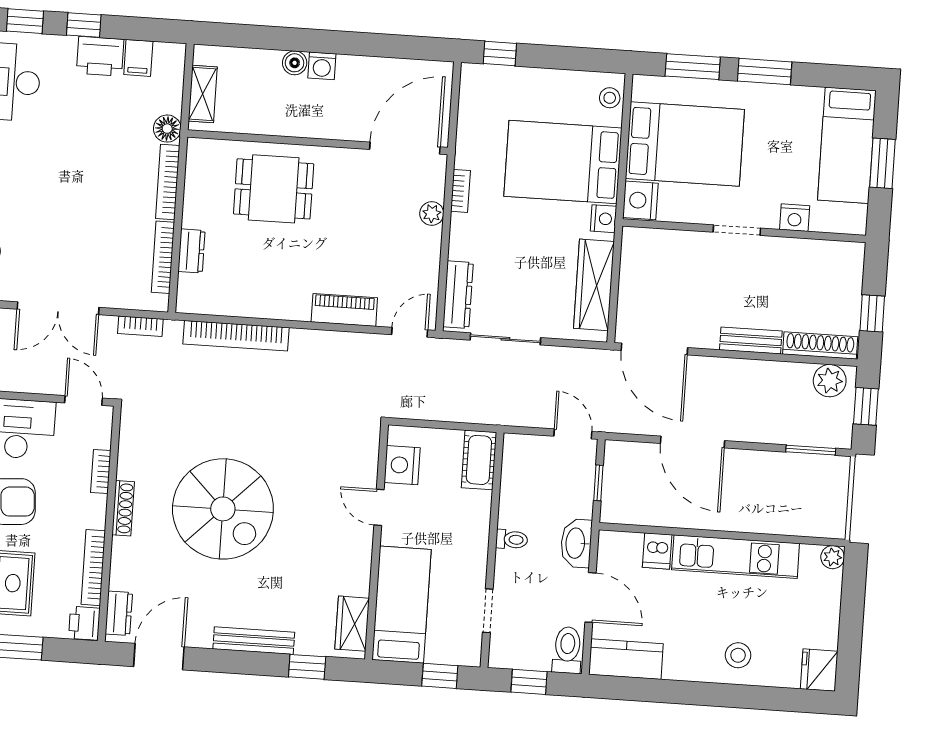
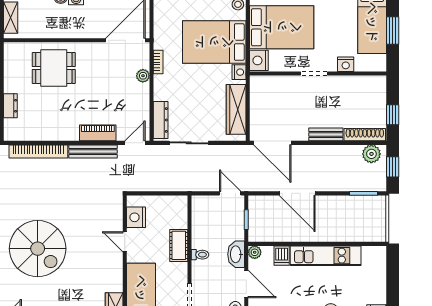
bench: (333, 343) -> (93, 151), added
cot: (479, 460) -> (179, 245), moved
plant: (833, 557) -> (255, 252), moved

